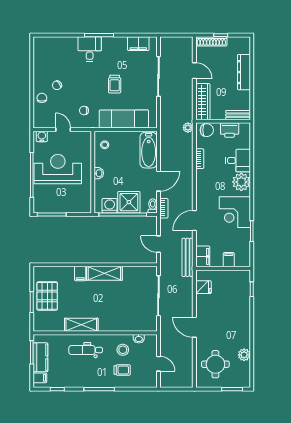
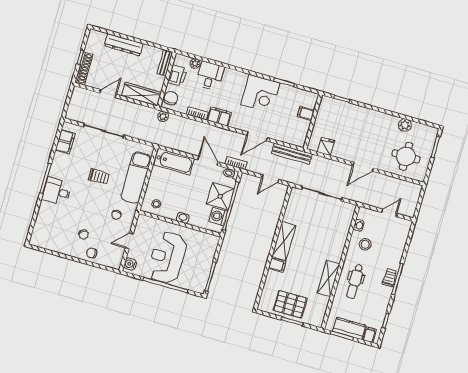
plant: (241, 182) -> (195, 64), moved, width x0.53, depth x0.53
door: (194, 220) -> (257, 136), hinge flipped
filing cabinet: (203, 256) -> (219, 116), moved
trolley: (122, 370) -> (390, 278), moved

